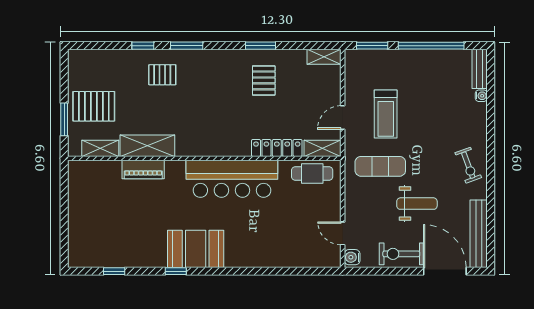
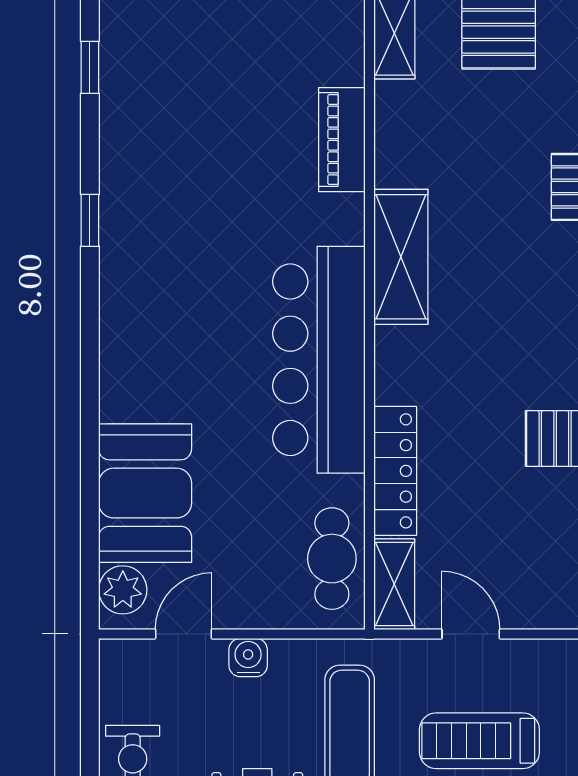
shelving: (147, 146) -> (401, 257), moved
booth: (196, 249) -> (145, 493), moved
water cooler: (352, 257) -> (248, 658), moved
plant: (325, 258) -> (123, 590), added

